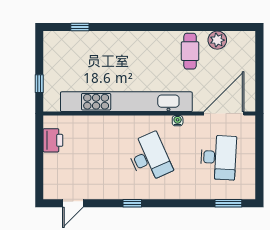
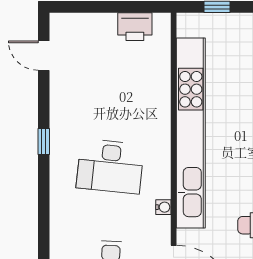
desk: (149, 157) -> (110, 166), turned 30

